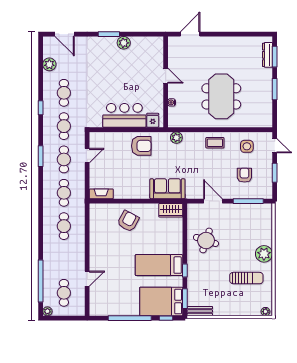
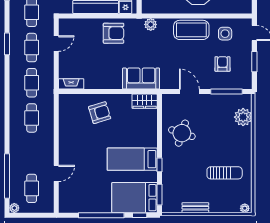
coffee table: (215, 143) -> (191, 30), width x1.86, depth x1.72
armchair: (128, 221) -> (100, 113), turned 45
plant: (264, 254) -> (243, 117), moved
bench: (200, 311) -> (195, 208), moved

